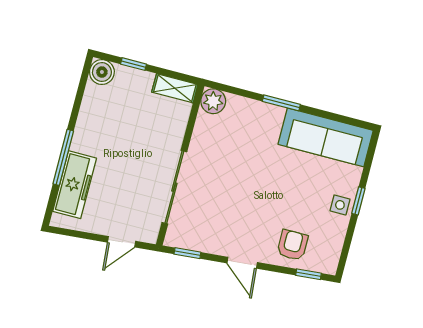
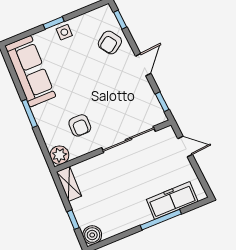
armchair: (228, 147) -> (80, 125), added
armchair: (292, 245) -> (110, 42), turned -35

